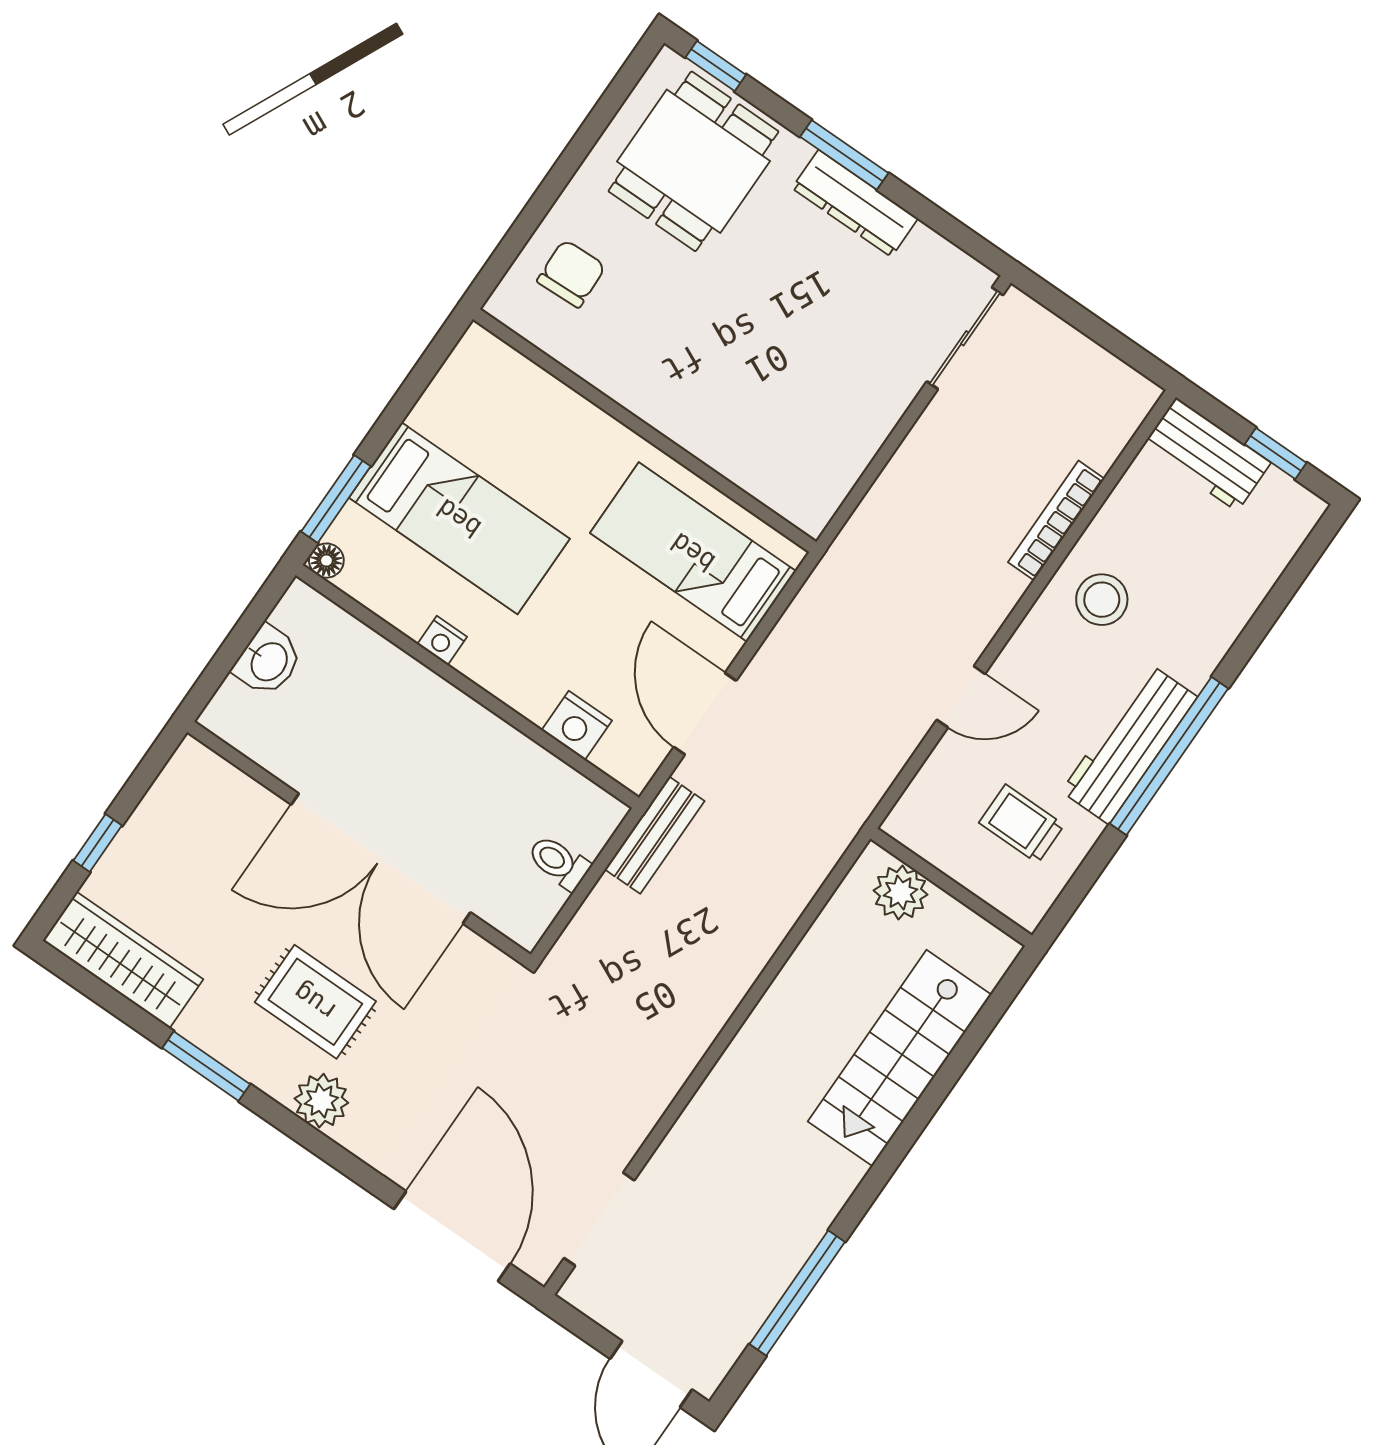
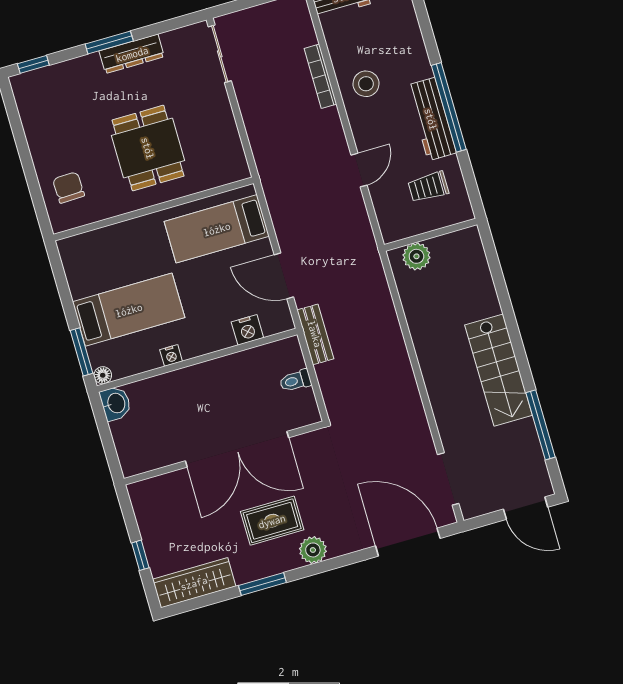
dining table: (693, 161) -> (148, 148), moved
washbasin: (268, 661) -> (116, 403), moved
stairs: (900, 1058) -> (499, 370), moved

